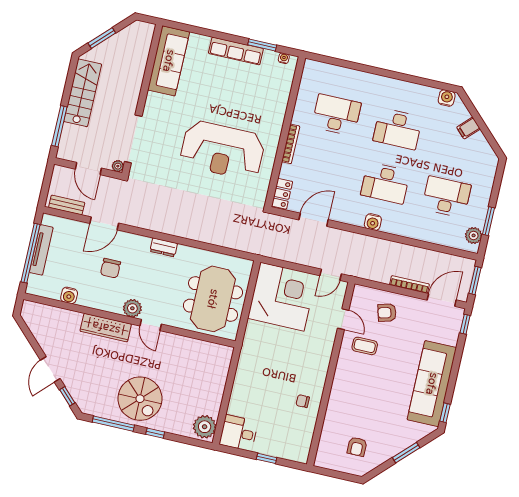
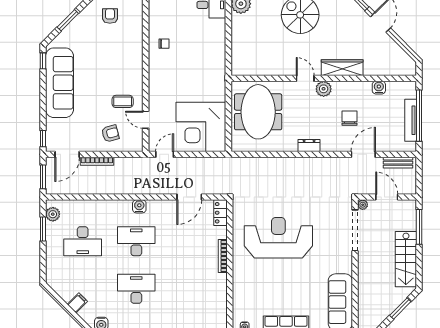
desk: (336, 115) -> (190, 289), removed

